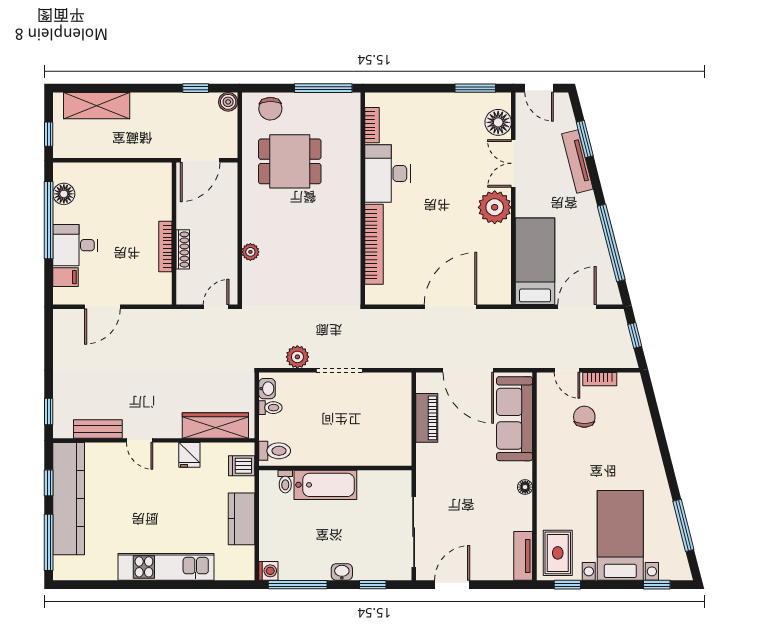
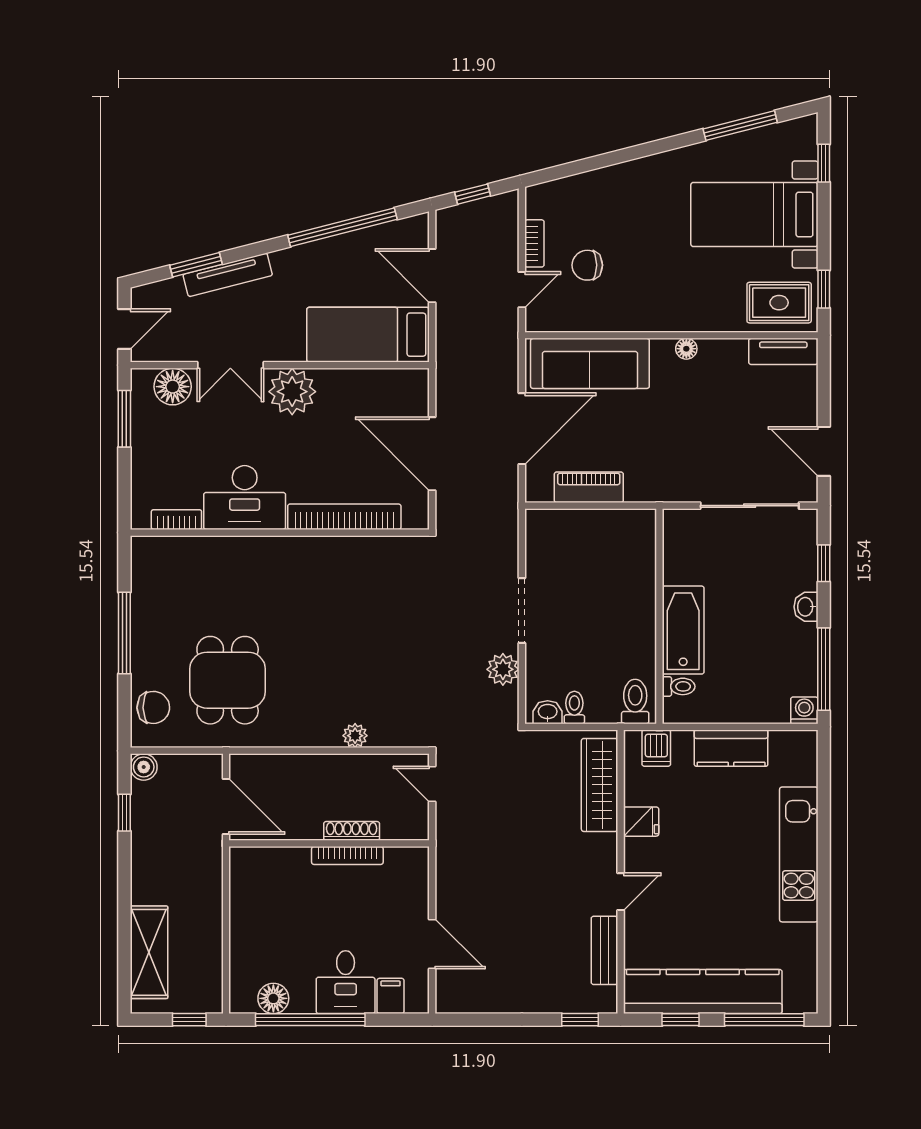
bookcase: (372, 125) -> (176, 520), moved
desk: (388, 174) -> (245, 497), moved
wall: (363, 198) -> (280, 533), moved
bookcase: (374, 244) -> (344, 517), moved

